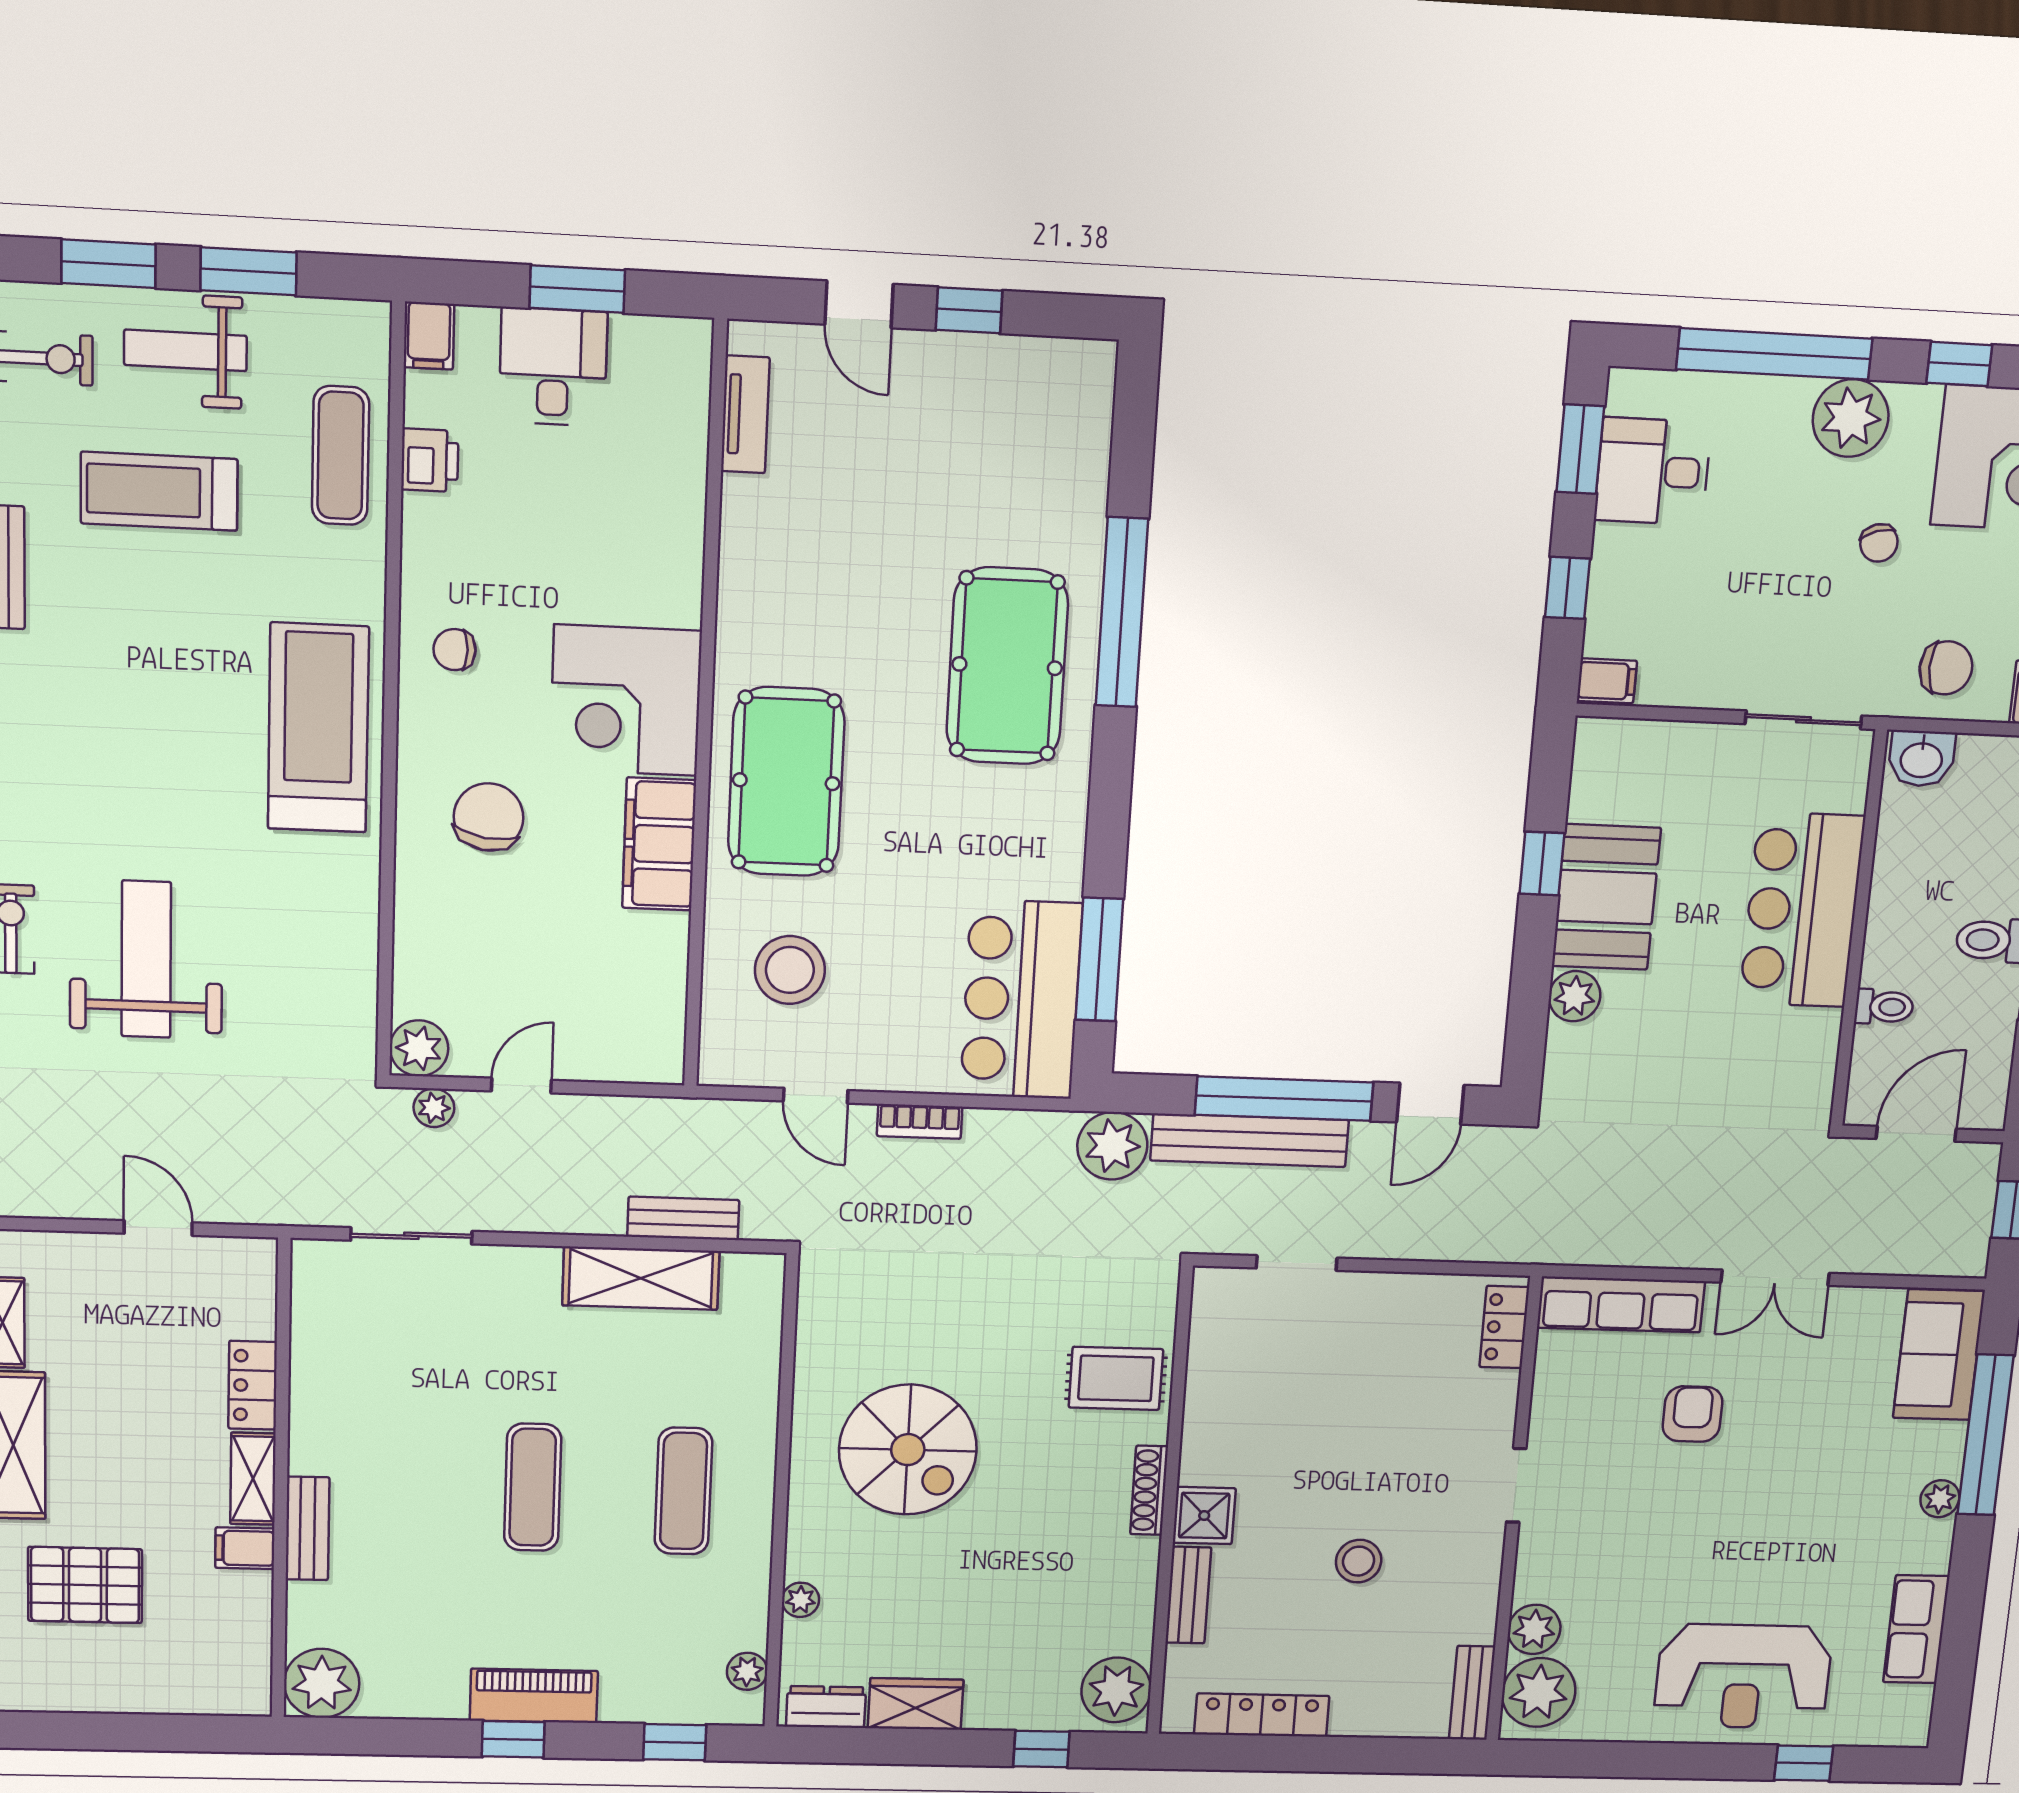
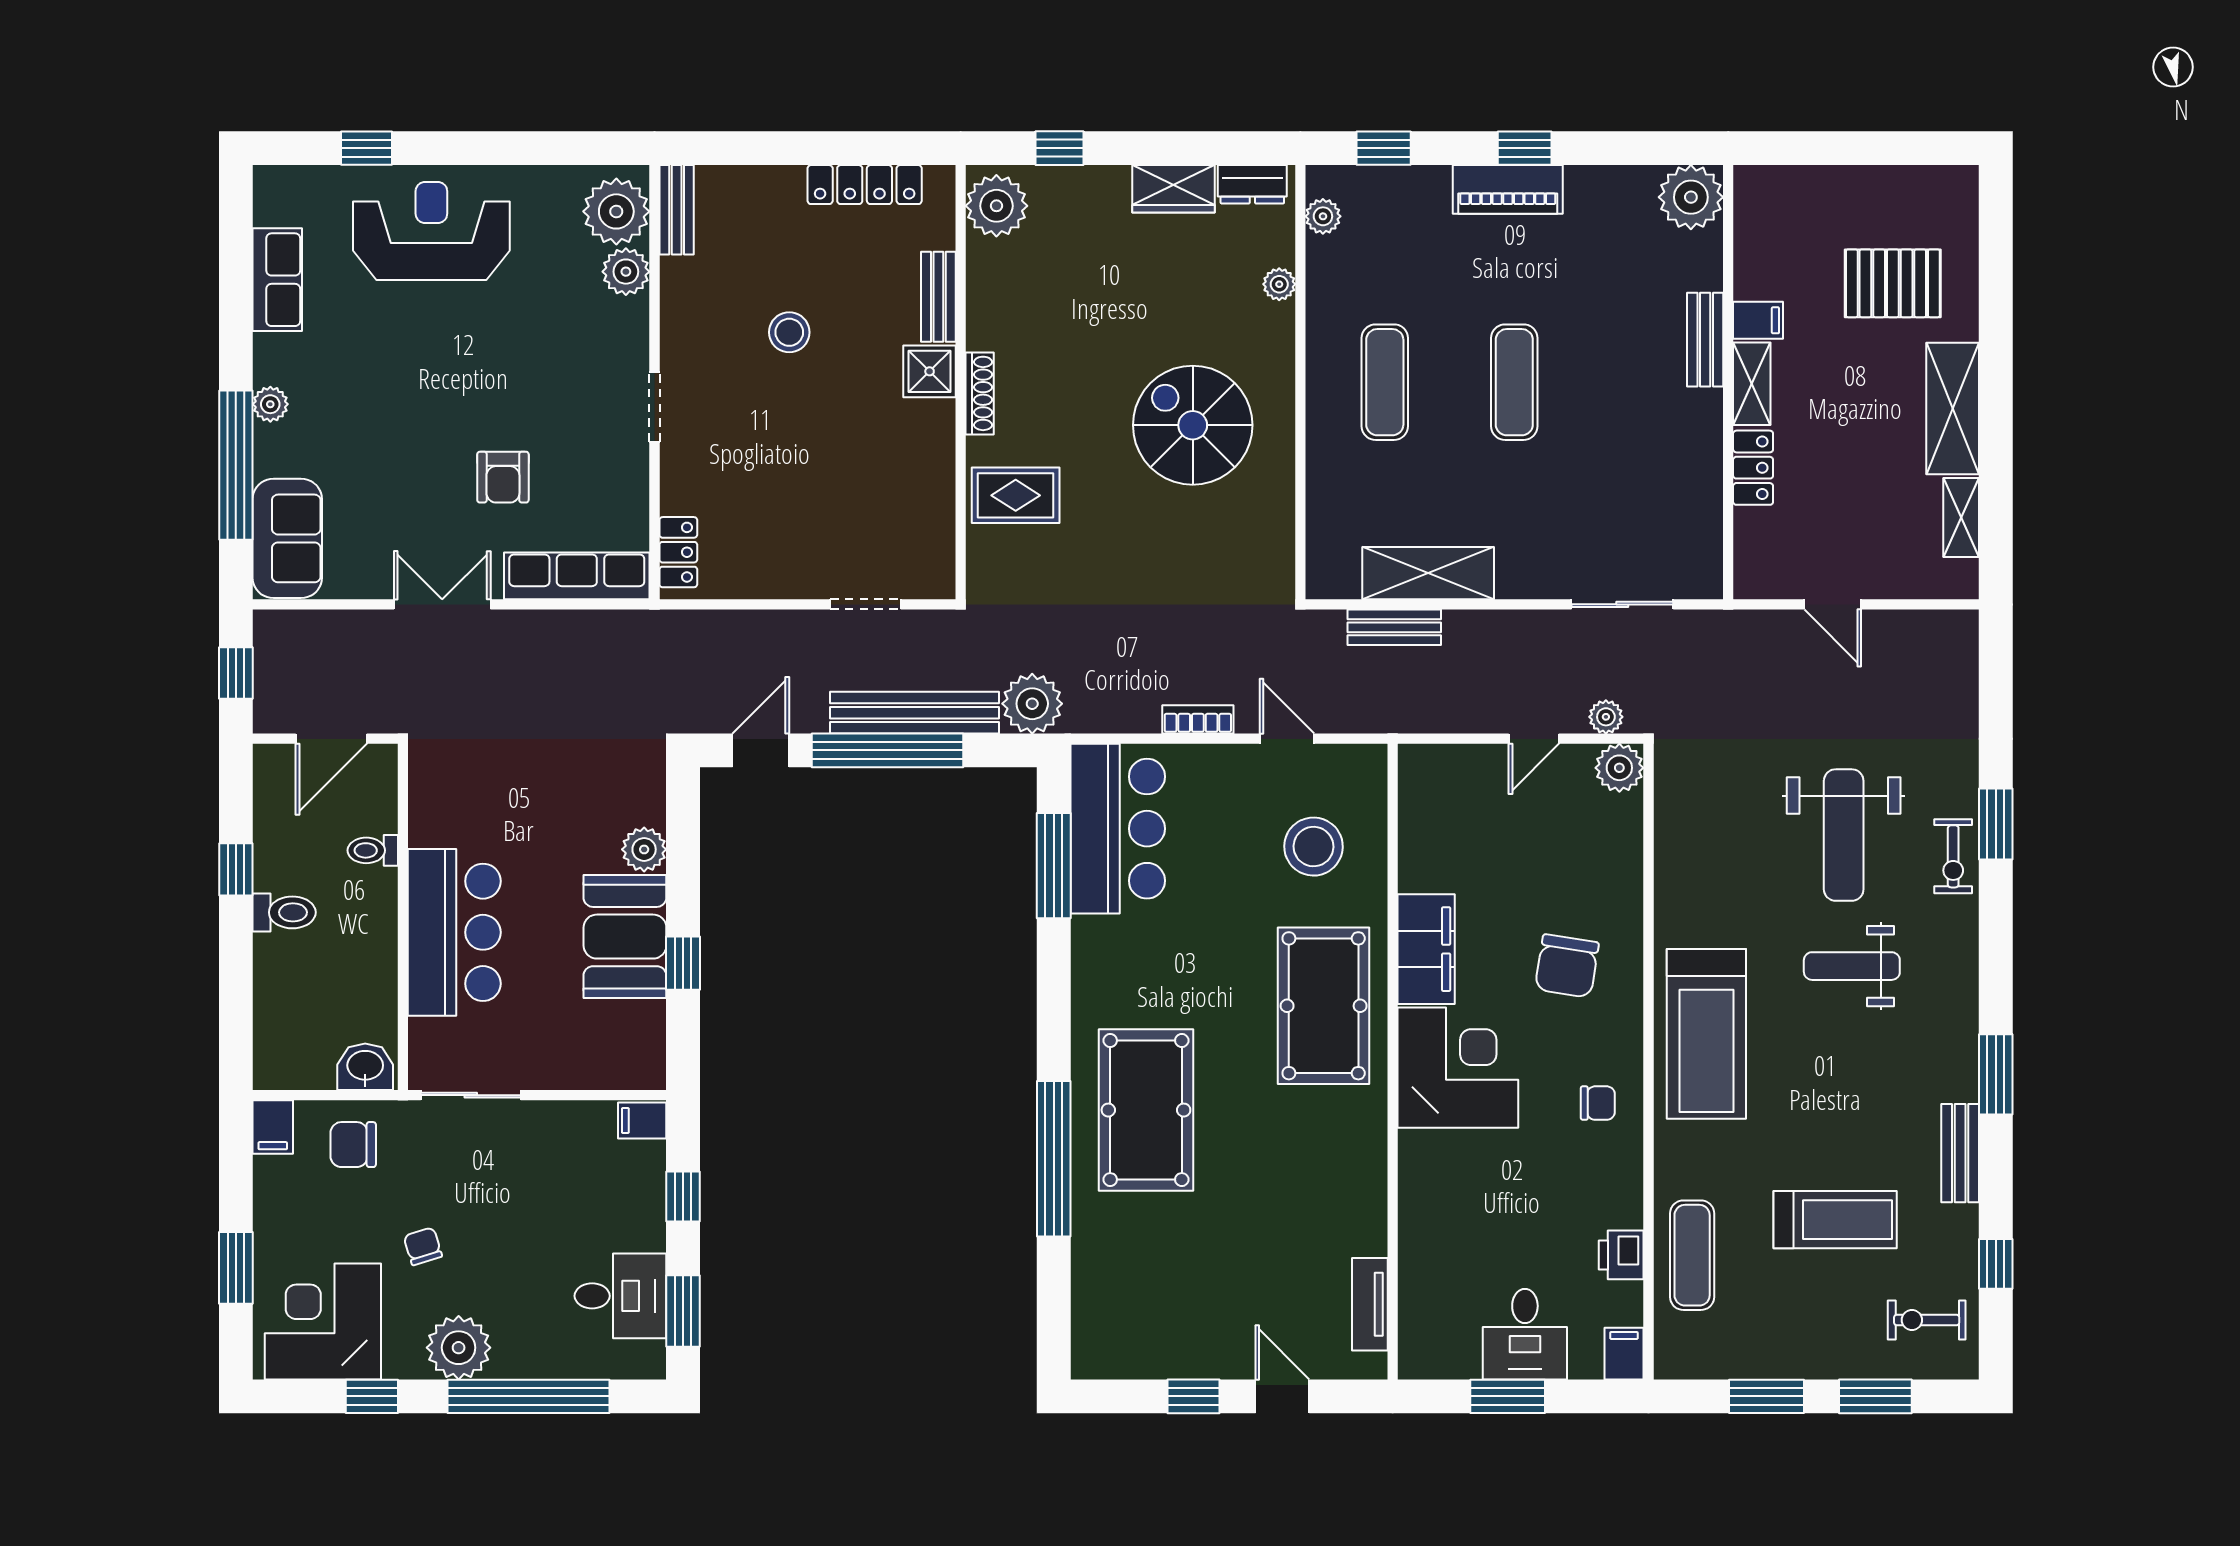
weight bench: (185, 350) -> (1852, 966), moved, turned 180

